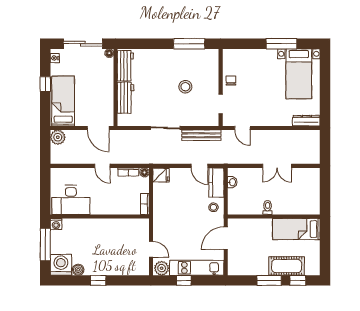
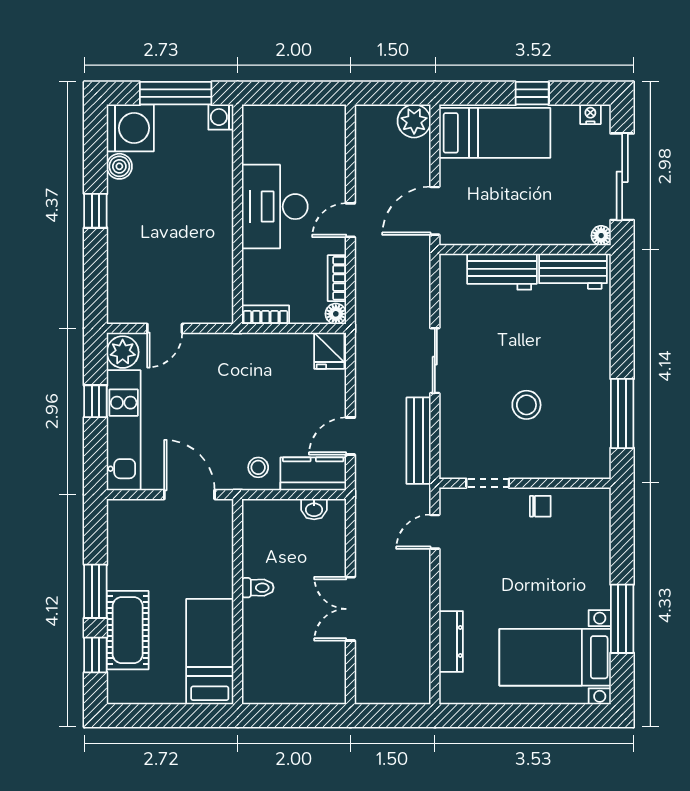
dresser: (306, 121) -> (451, 641), moved
desk: (71, 200) -> (275, 207), moved

